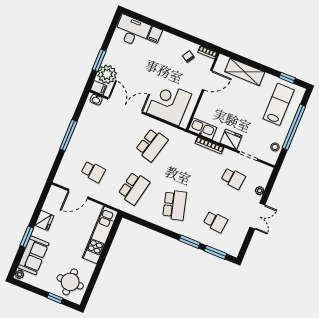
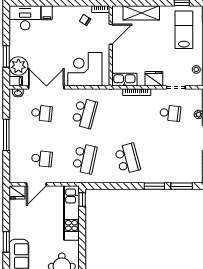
fridge: (44, 220) -> (17, 192), moved, turned 90
school desk: (215, 222) -> (42, 113), moved
window: (116, 226) -> (82, 199), added

